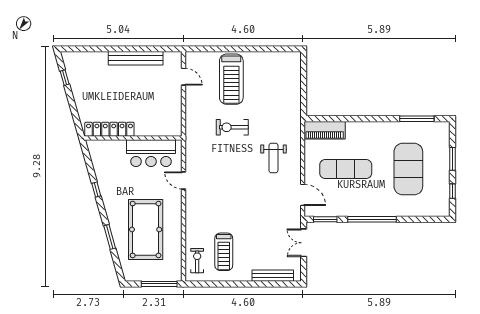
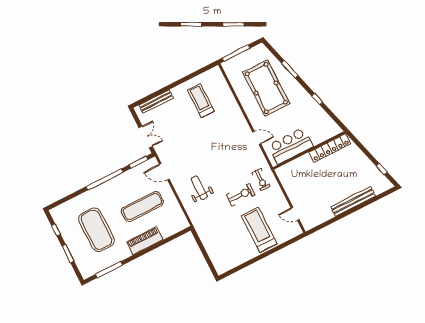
bench: (136, 58) -> (353, 201), moved
piano: (325, 130) -> (145, 241), moved
exercise bike: (197, 261) -> (261, 180), moved

